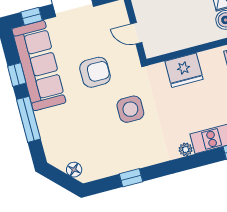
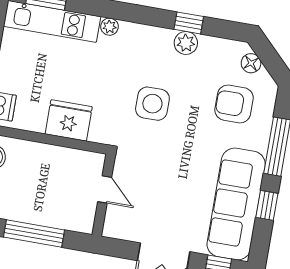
armchair: (95, 72) -> (234, 104), moved
plant: (127, 163) -> (186, 43), added

